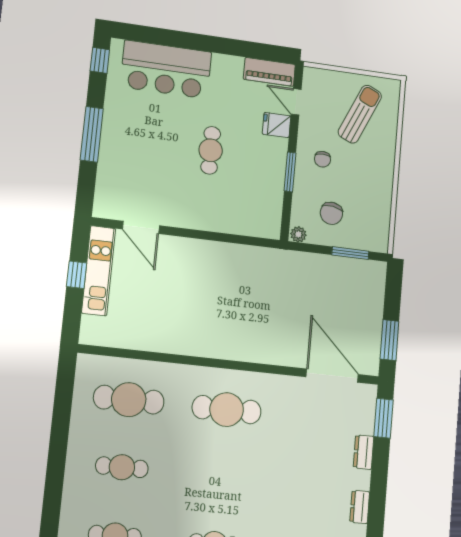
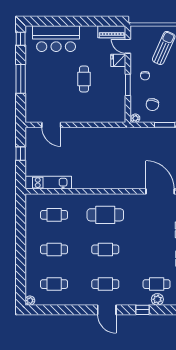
kitchen unit: (99, 271) -> (48, 183), moved, turned -90
cafe table: (129, 400) -> (54, 215), width x0.73, depth x0.74
cafe table: (220, 476) -> (105, 249), added

